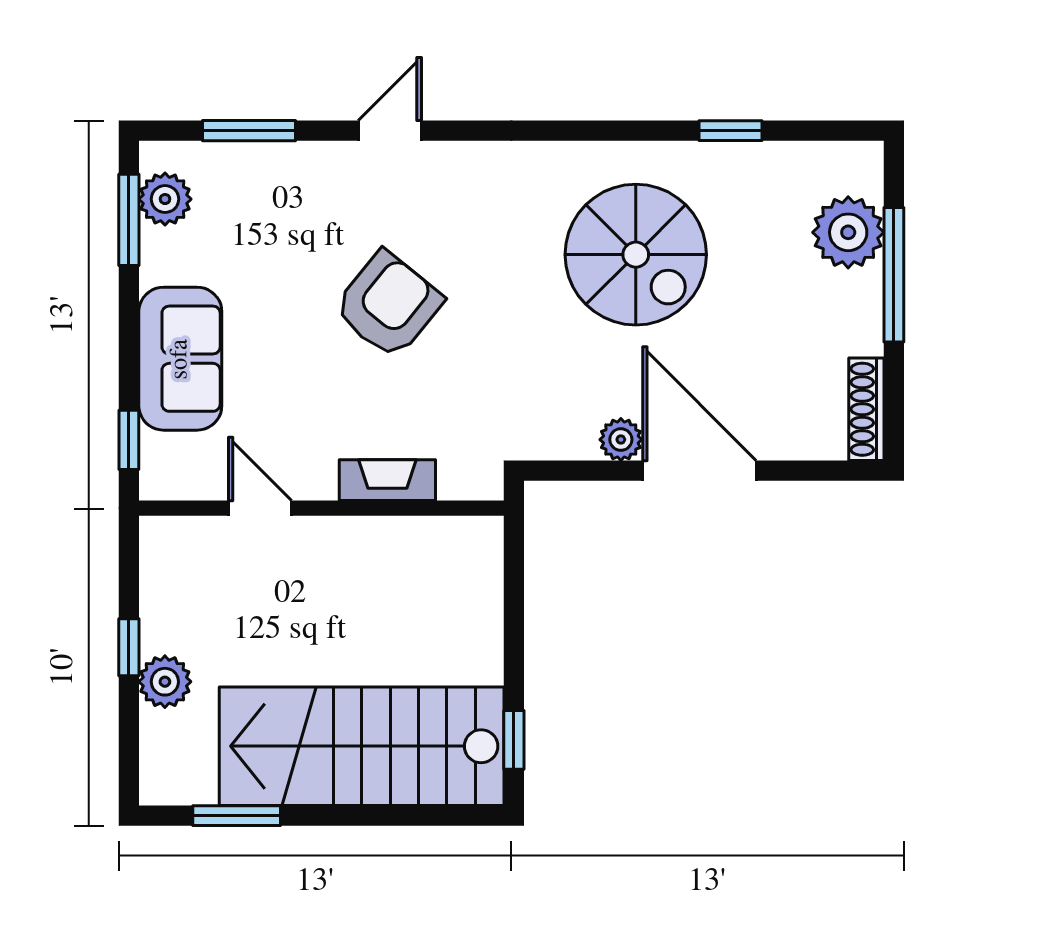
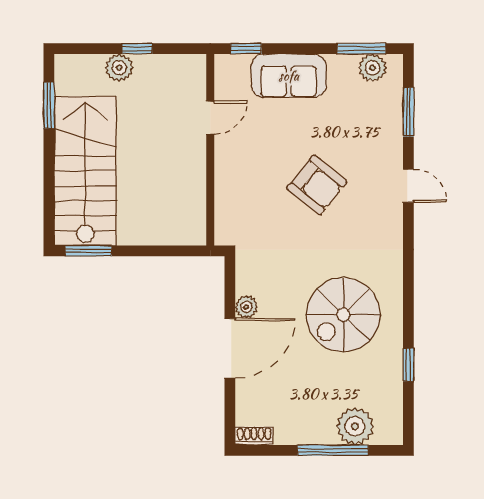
shoe rack: (866, 409) -> (254, 436), width x0.70
fireplace: (387, 480) -> (225, 184), removed
window: (514, 740) -> (89, 251), width x1.50

